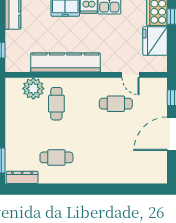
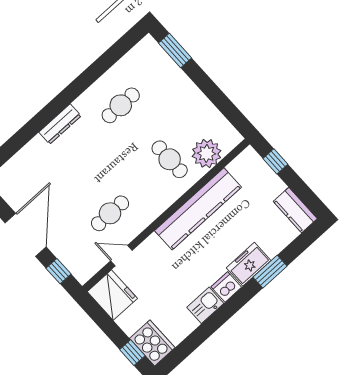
fridge: (155, 41) -> (112, 295), moved
dresser: (22, 177) -> (60, 124), moved

